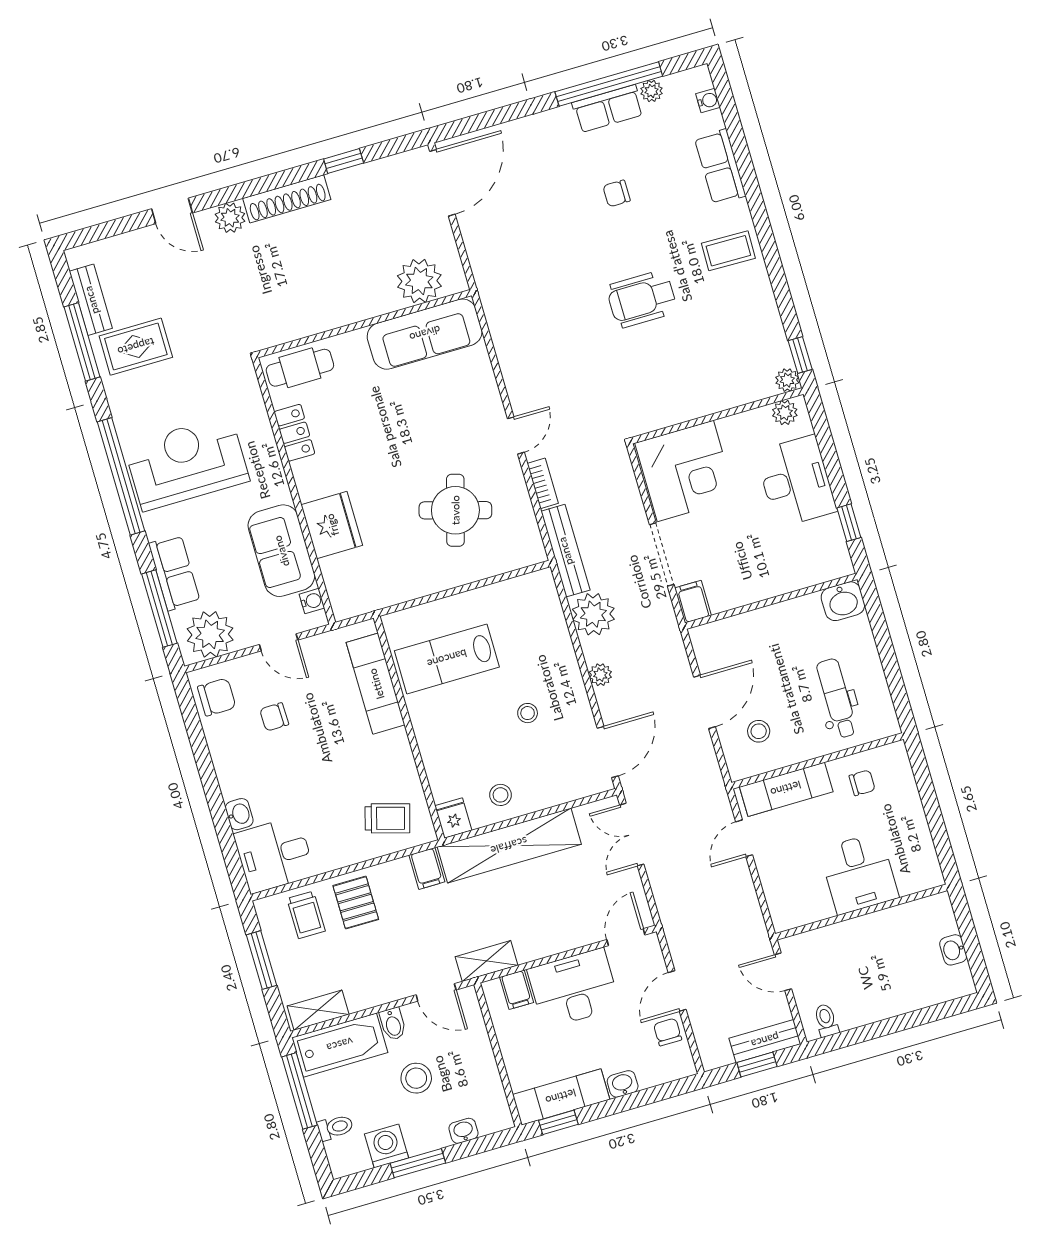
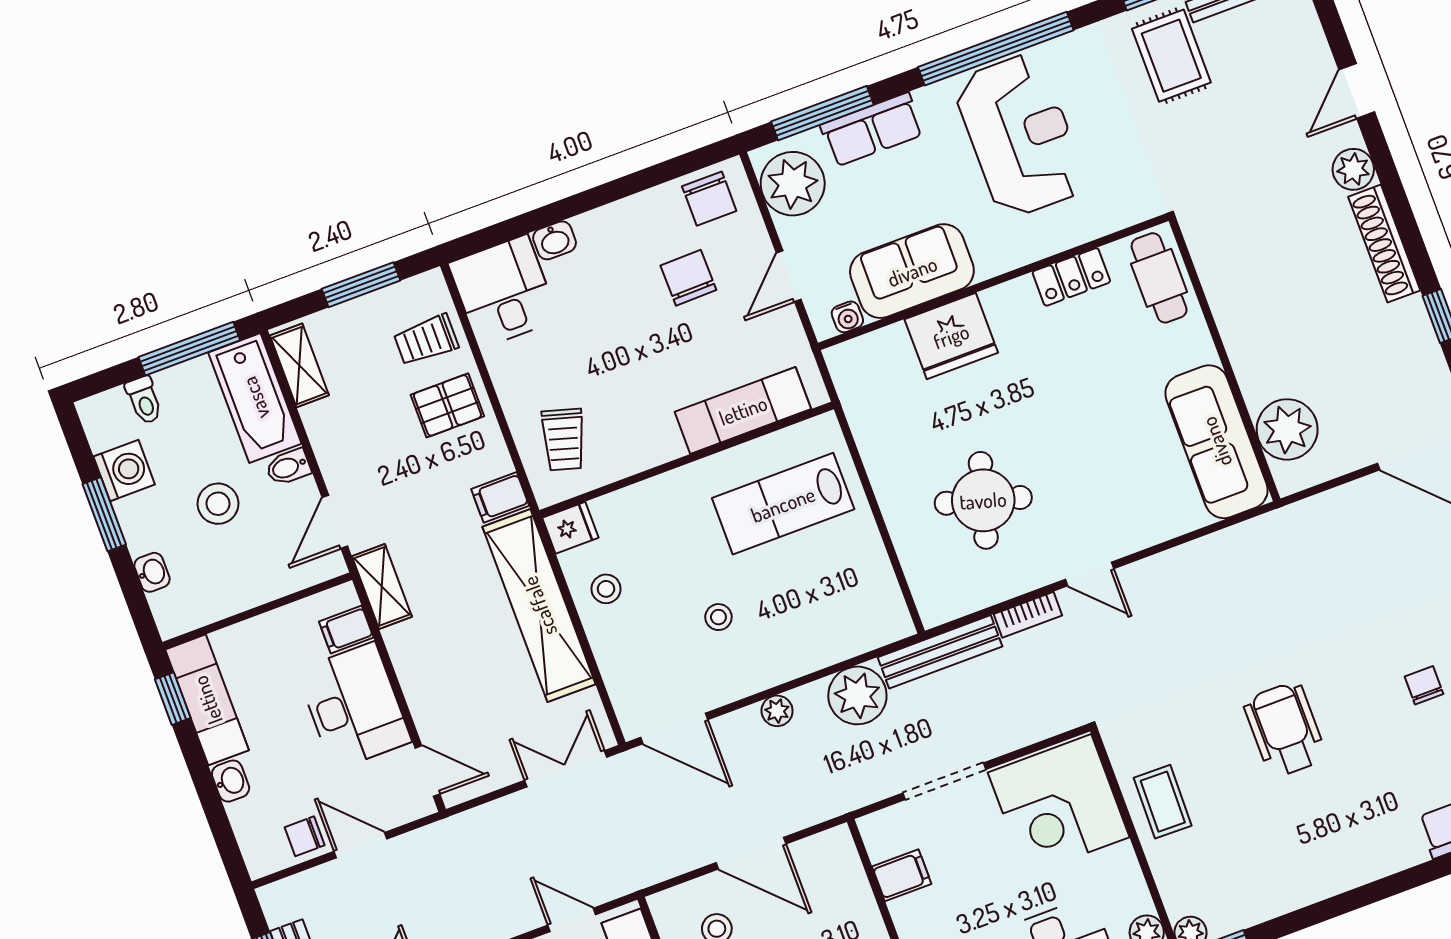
coffee table: (728, 251) -> (1163, 802), moved
filing cabinet: (693, 602) -> (902, 875), moved
lab bench: (447, 659) -> (783, 504), turned -90
chair: (274, 717) -> (688, 278), width x1.37, depth x1.37
chair: (668, 1032) -> (305, 836), turned 180

